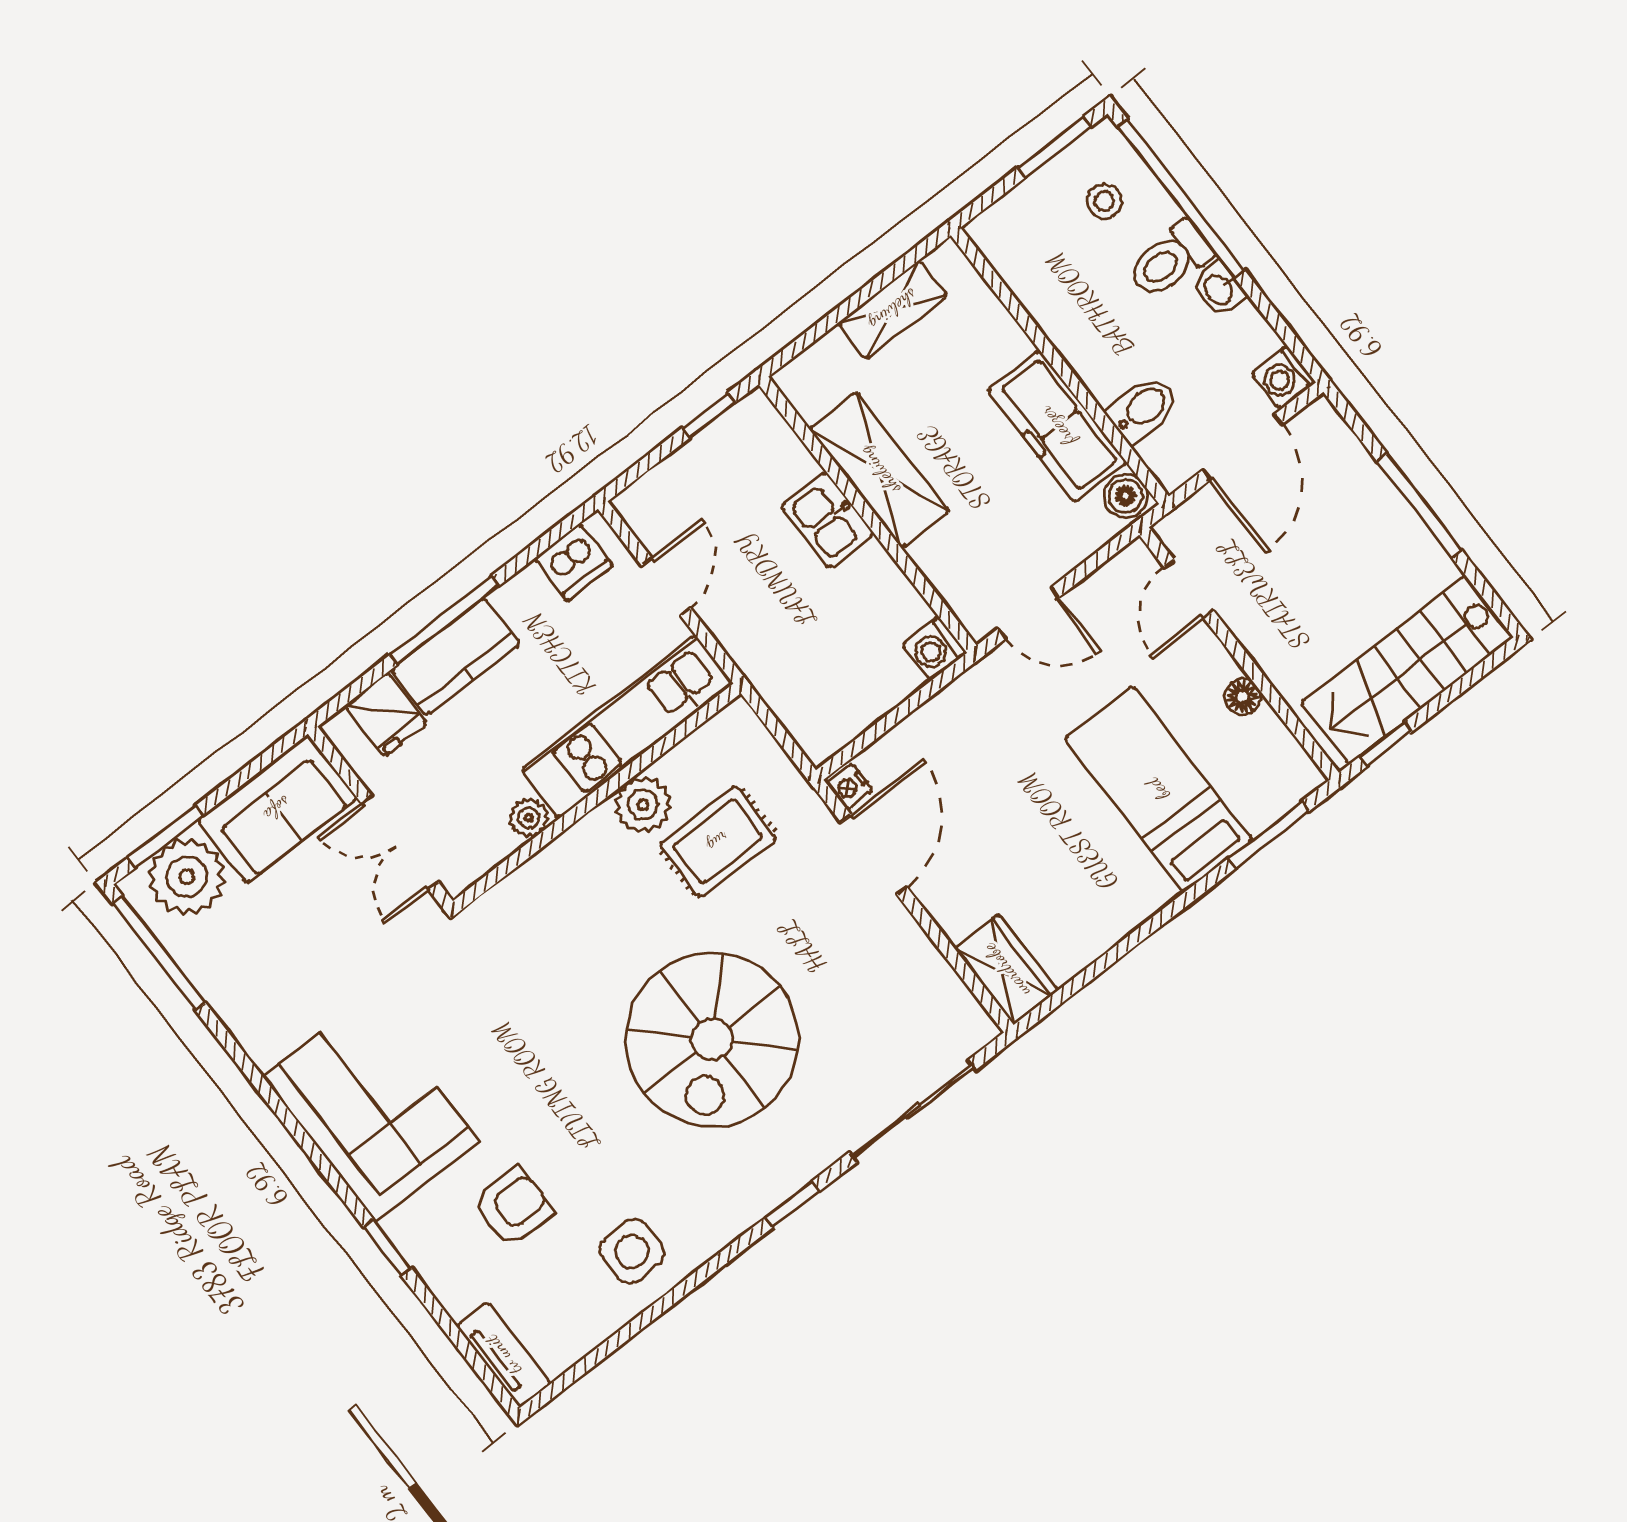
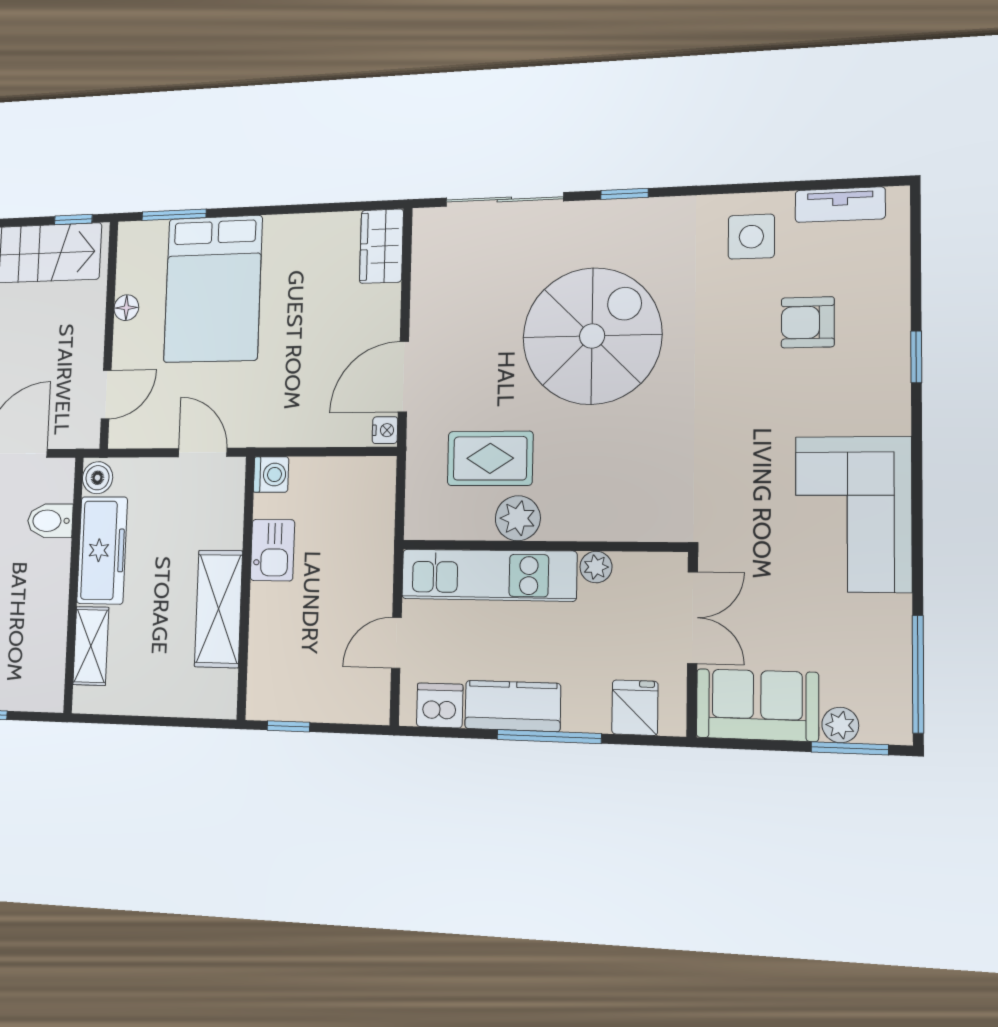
shelving: (893, 310) -> (91, 646), moved, turned 90
kitchen sink: (828, 520) -> (272, 550), moved
kitchen counter: (456, 657) -> (513, 706), moved
bed: (1158, 789) -> (213, 289), width x1.50
plant: (187, 877) -> (840, 725), width x0.53, depth x0.53
corner sofa: (371, 1109) -> (853, 514), moved
tv unit: (503, 1355) -> (840, 205), moved, turned -90

